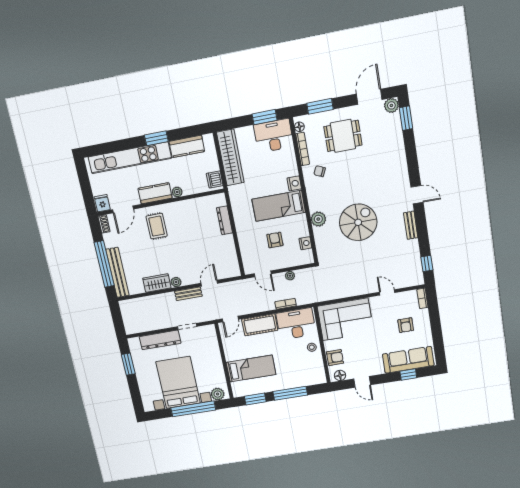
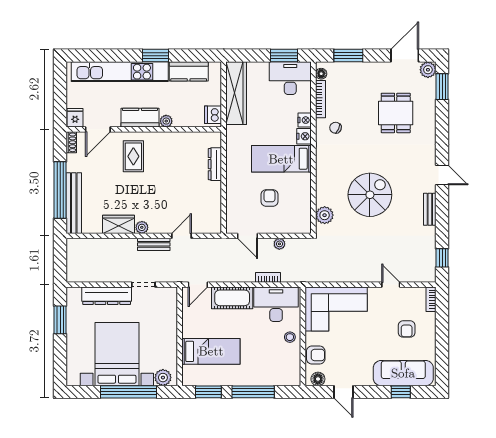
dining table: (343, 136) -> (396, 113), moved, turned 90
plant: (318, 219) -> (325, 215), moved
nightstand: (305, 243) -> (305, 120), moved

